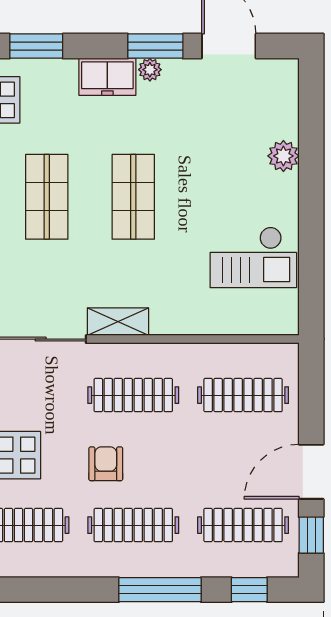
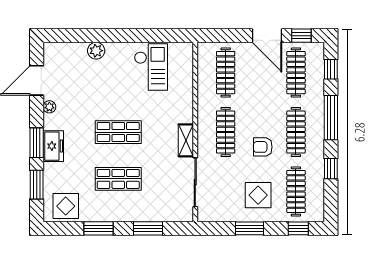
window: (155, 46) -> (37, 143), moved
plant: (150, 70) -> (49, 107), moved
window: (66, 590) -> (331, 169), added

